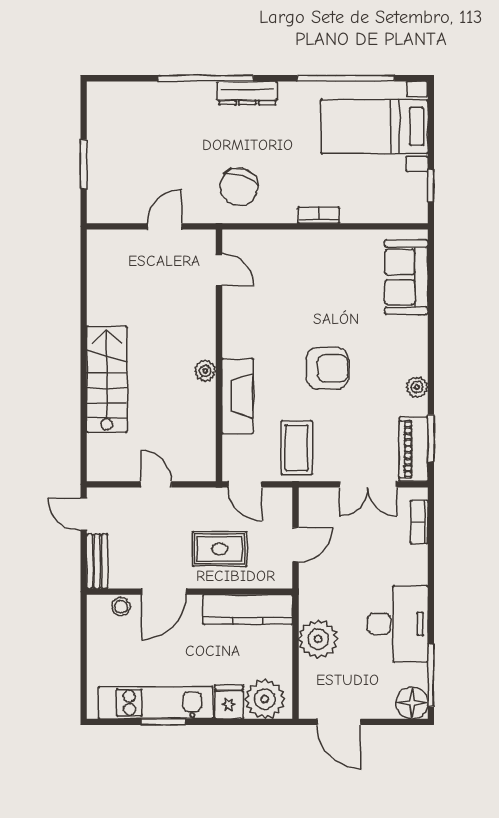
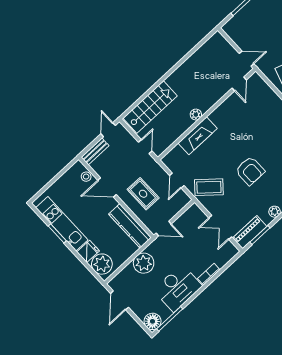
door: (219, 270) -> (239, 84), moved
wall: (219, 355) -> (207, 114), moved
plant: (205, 371) -> (196, 115), moved
stairs: (107, 379) -> (150, 107), moved
fireplace: (237, 396) -> (198, 136), moved
coffee table: (297, 448) -> (209, 187), turned 41
bookcase: (419, 522) -> (209, 274), moved
door: (296, 545) -> (164, 228), moved

